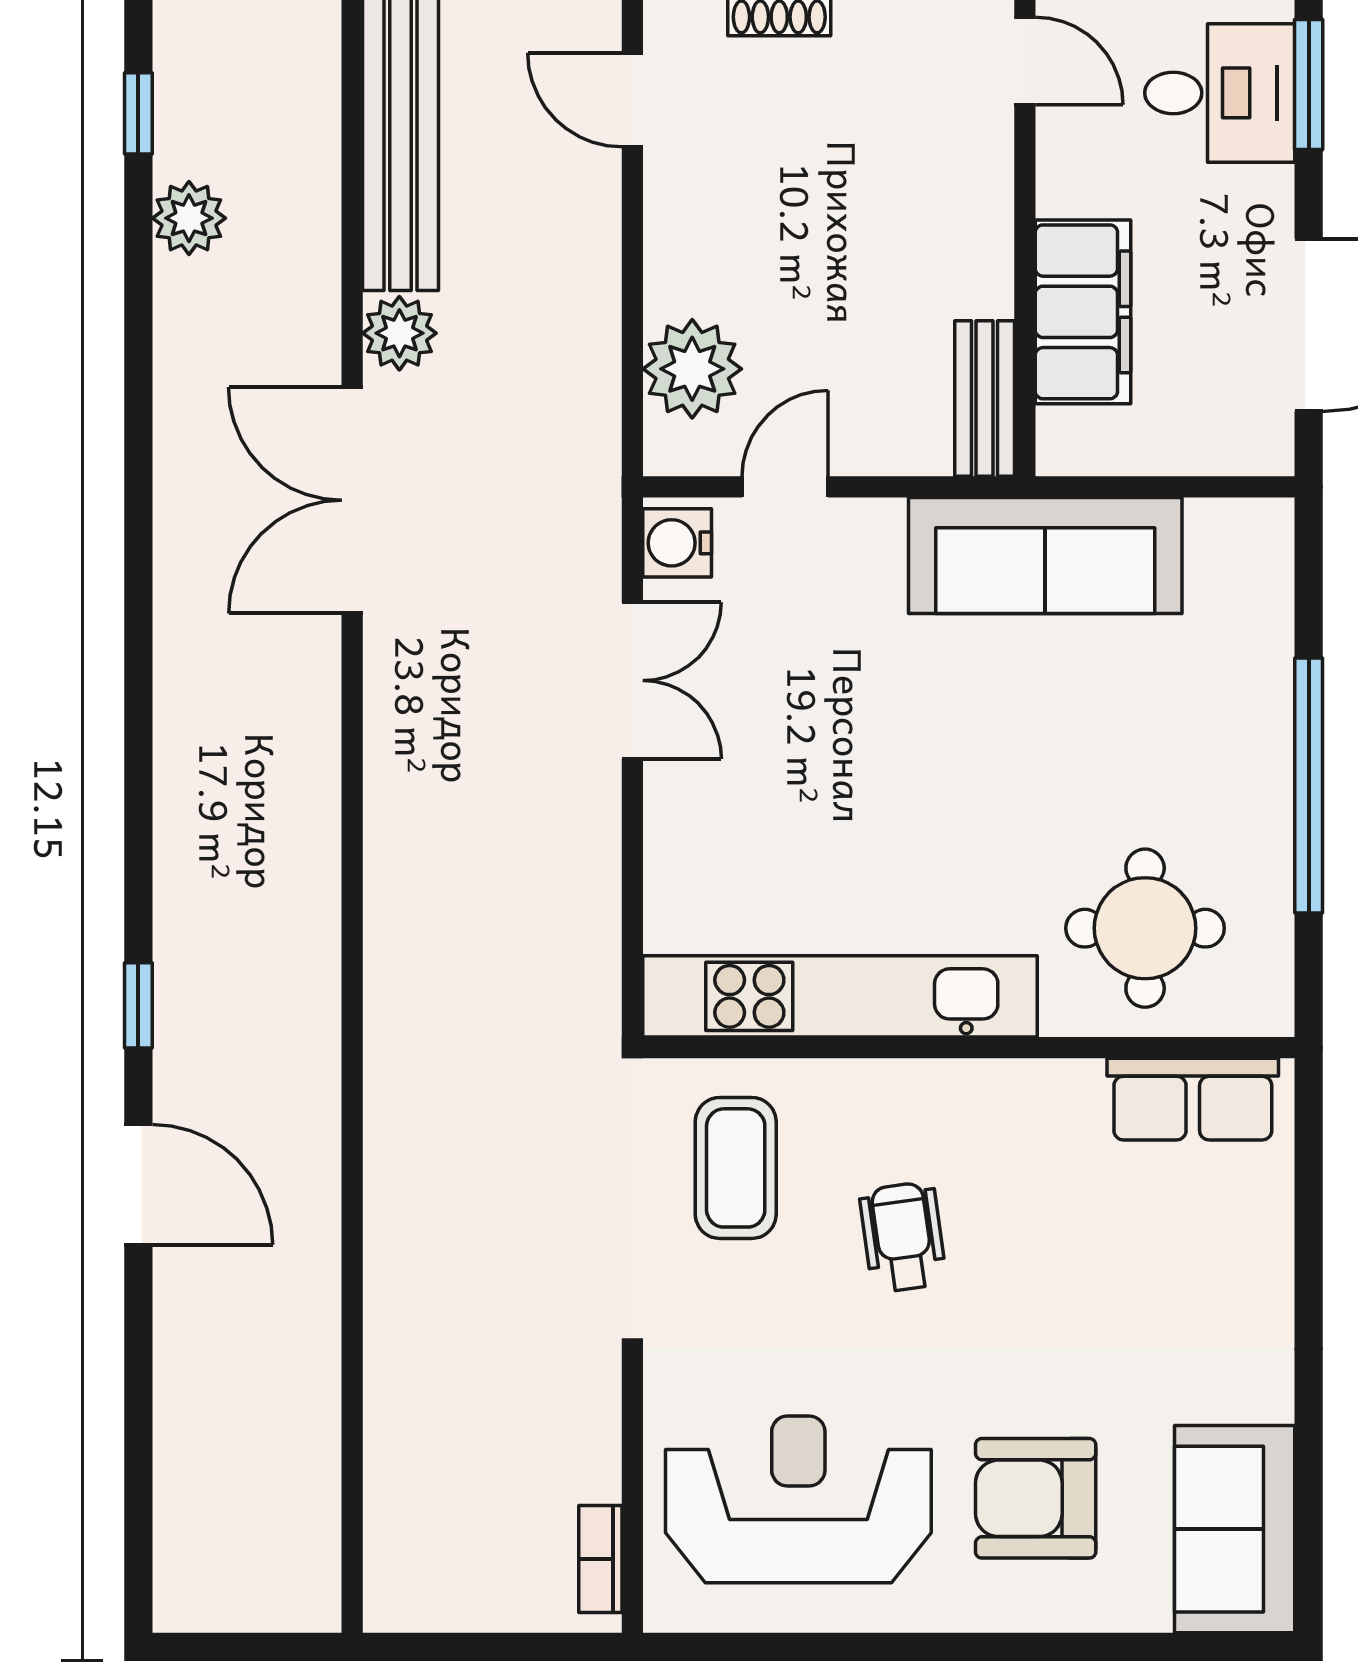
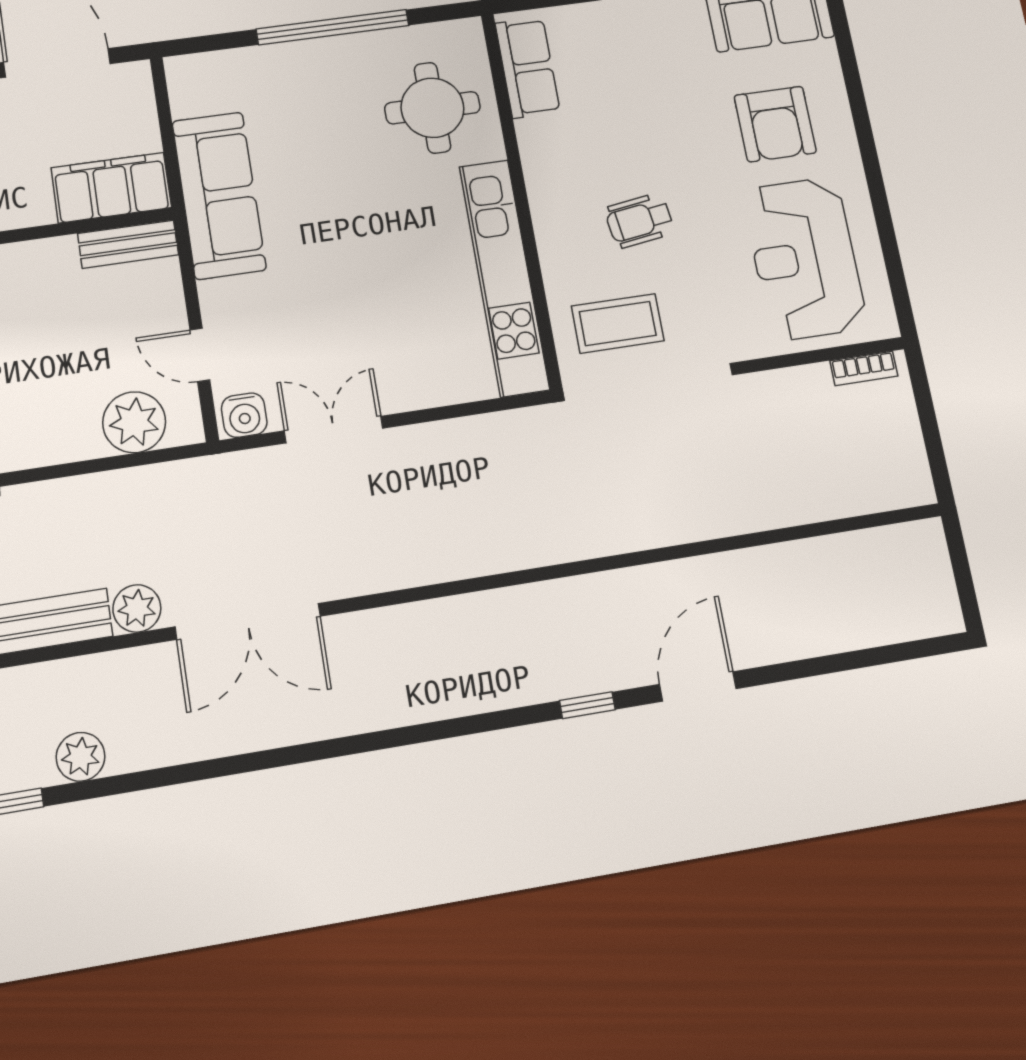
filing cabinet: (1083, 312) -> (111, 188), moved

